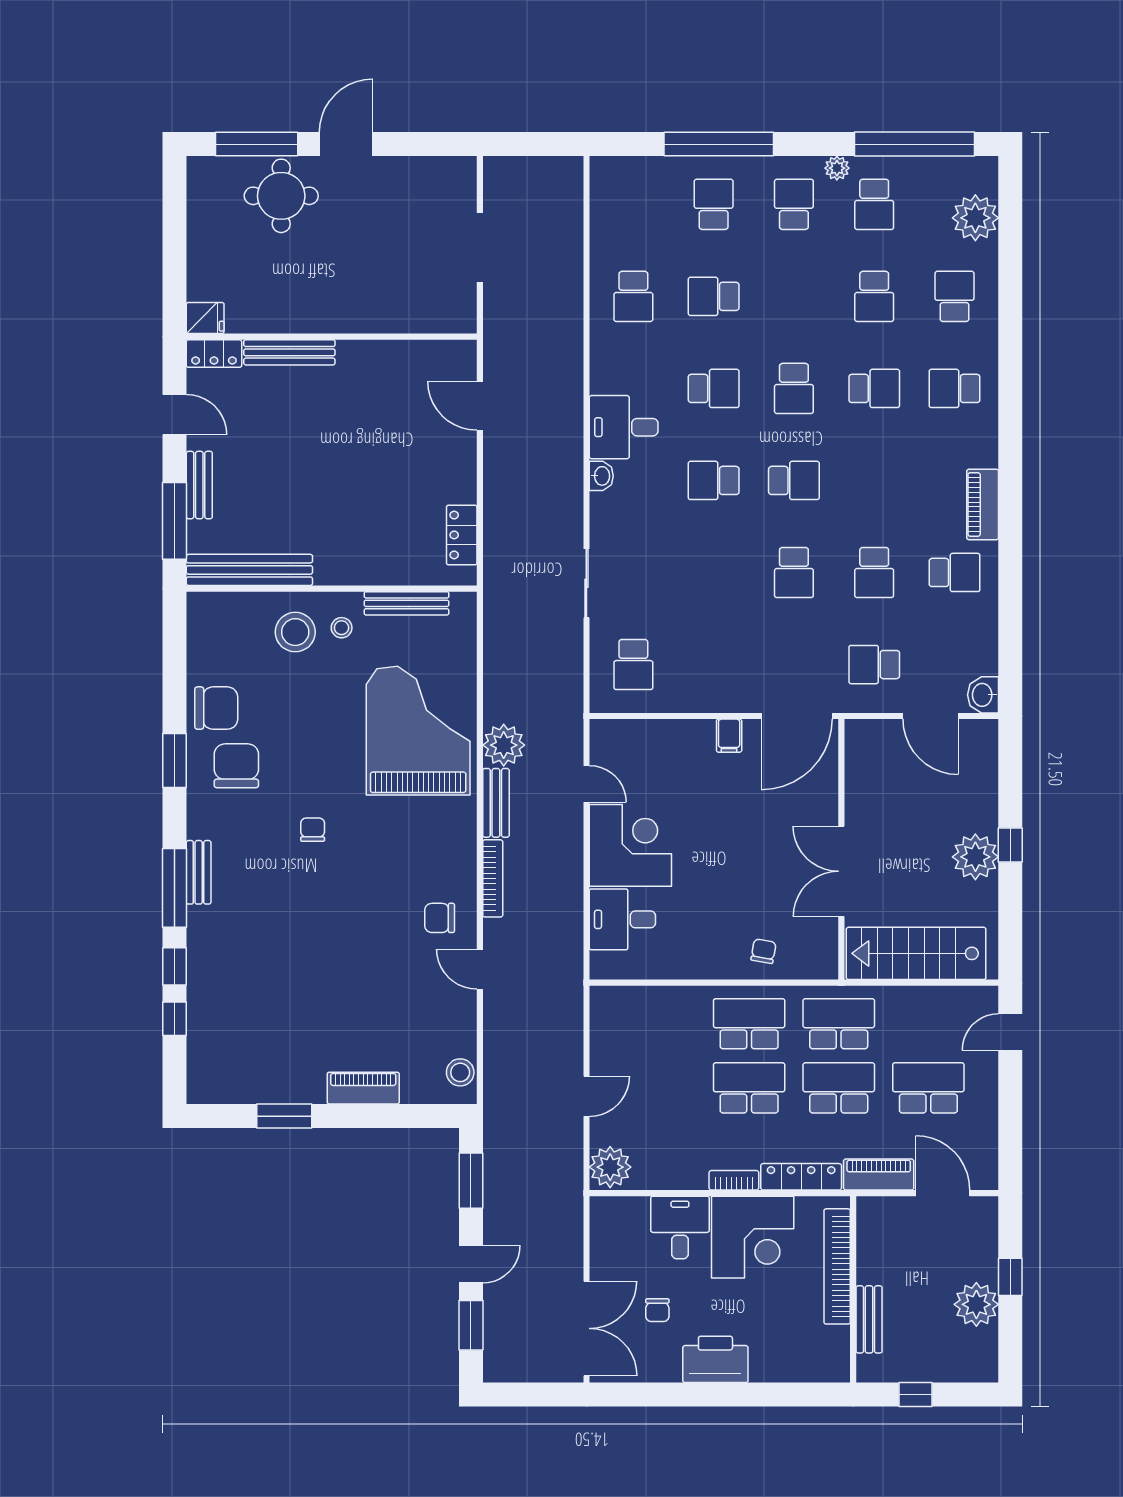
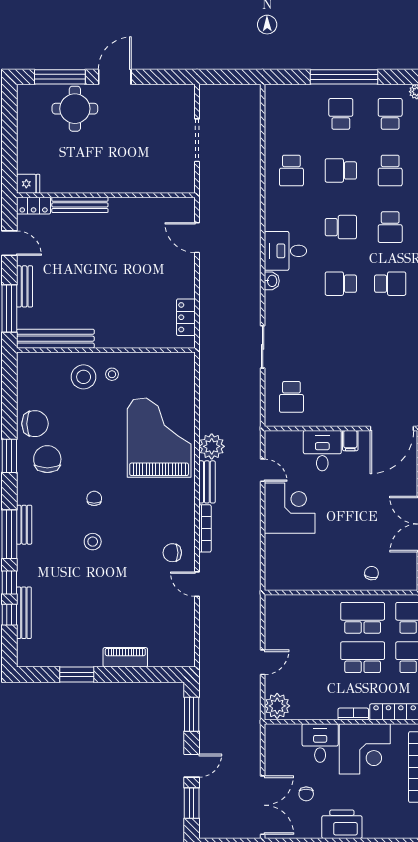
school desk: (794, 572) -> (390, 170), moved
bench: (406, 603) -> (24, 613), moved, turned 90
desk: (622, 919) -> (322, 451), moved, turned 90
stool: (460, 1072) -> (93, 542), moved

